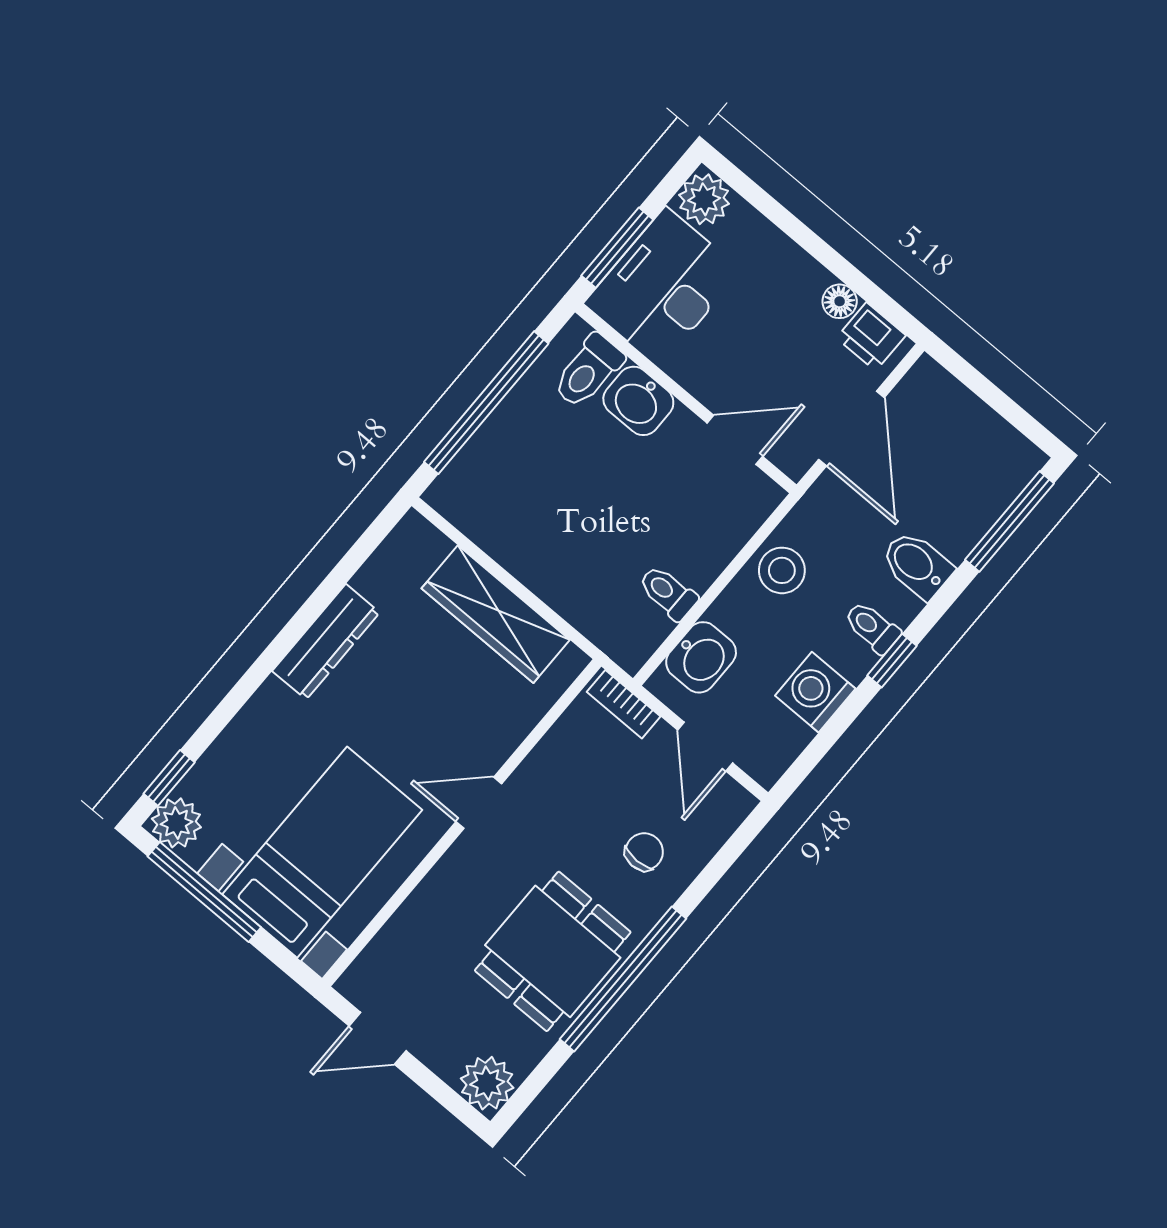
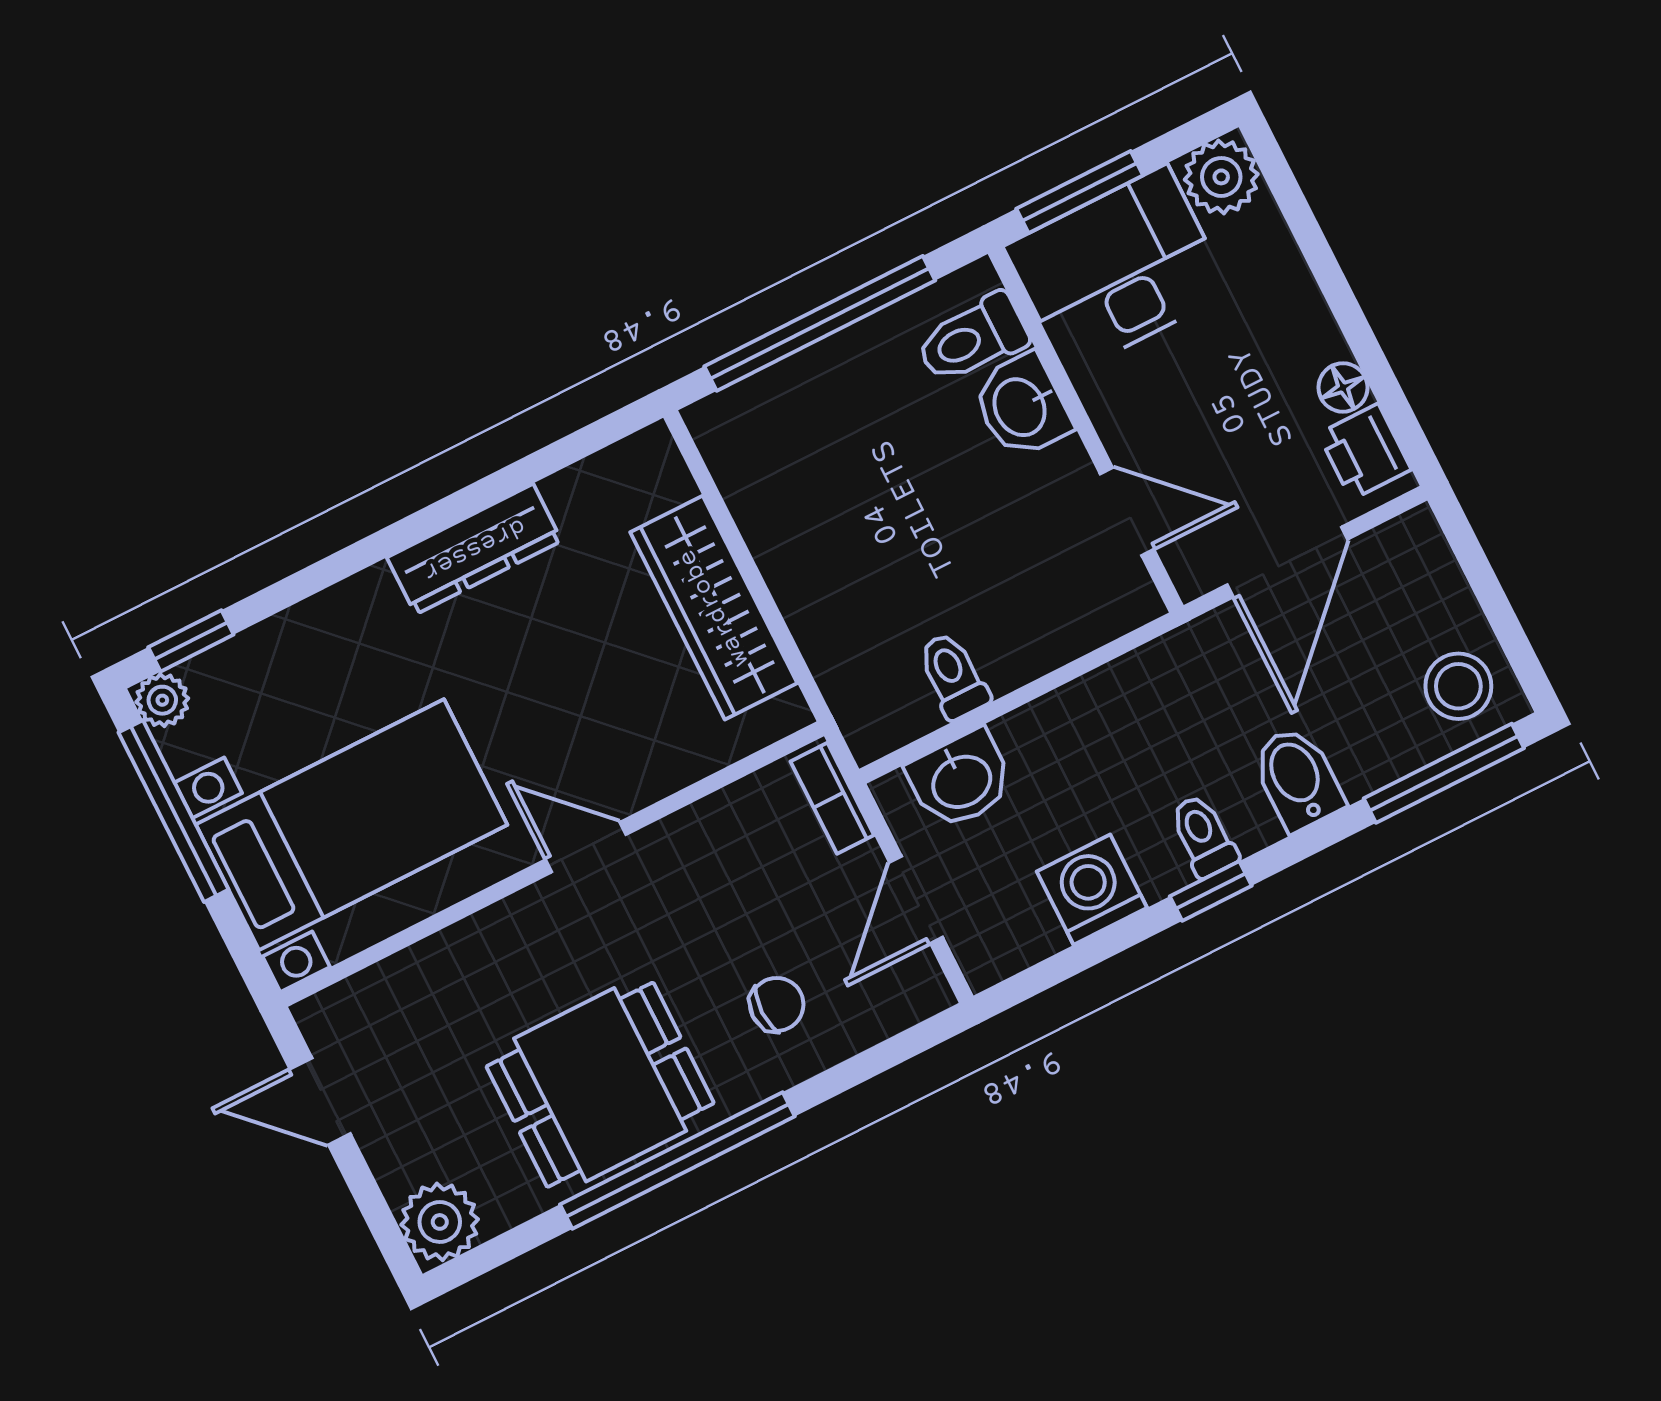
stool: (782, 570) -> (1458, 686), moved
plant: (176, 823) -> (162, 700), width x0.73, depth x0.73

